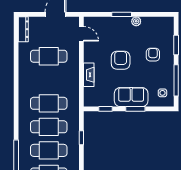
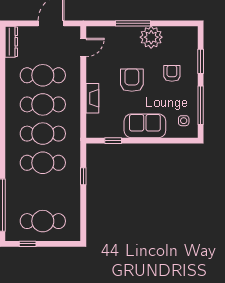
window: (122, 14) -> (133, 23), width x1.44
plant: (136, 21) -> (151, 37), width x1.87, depth x1.87
door: (81, 34) -> (83, 47), hinge flipped
window: (135, 109) -> (150, 141), removed
cafe table: (49, 150) -> (43, 104), moved

